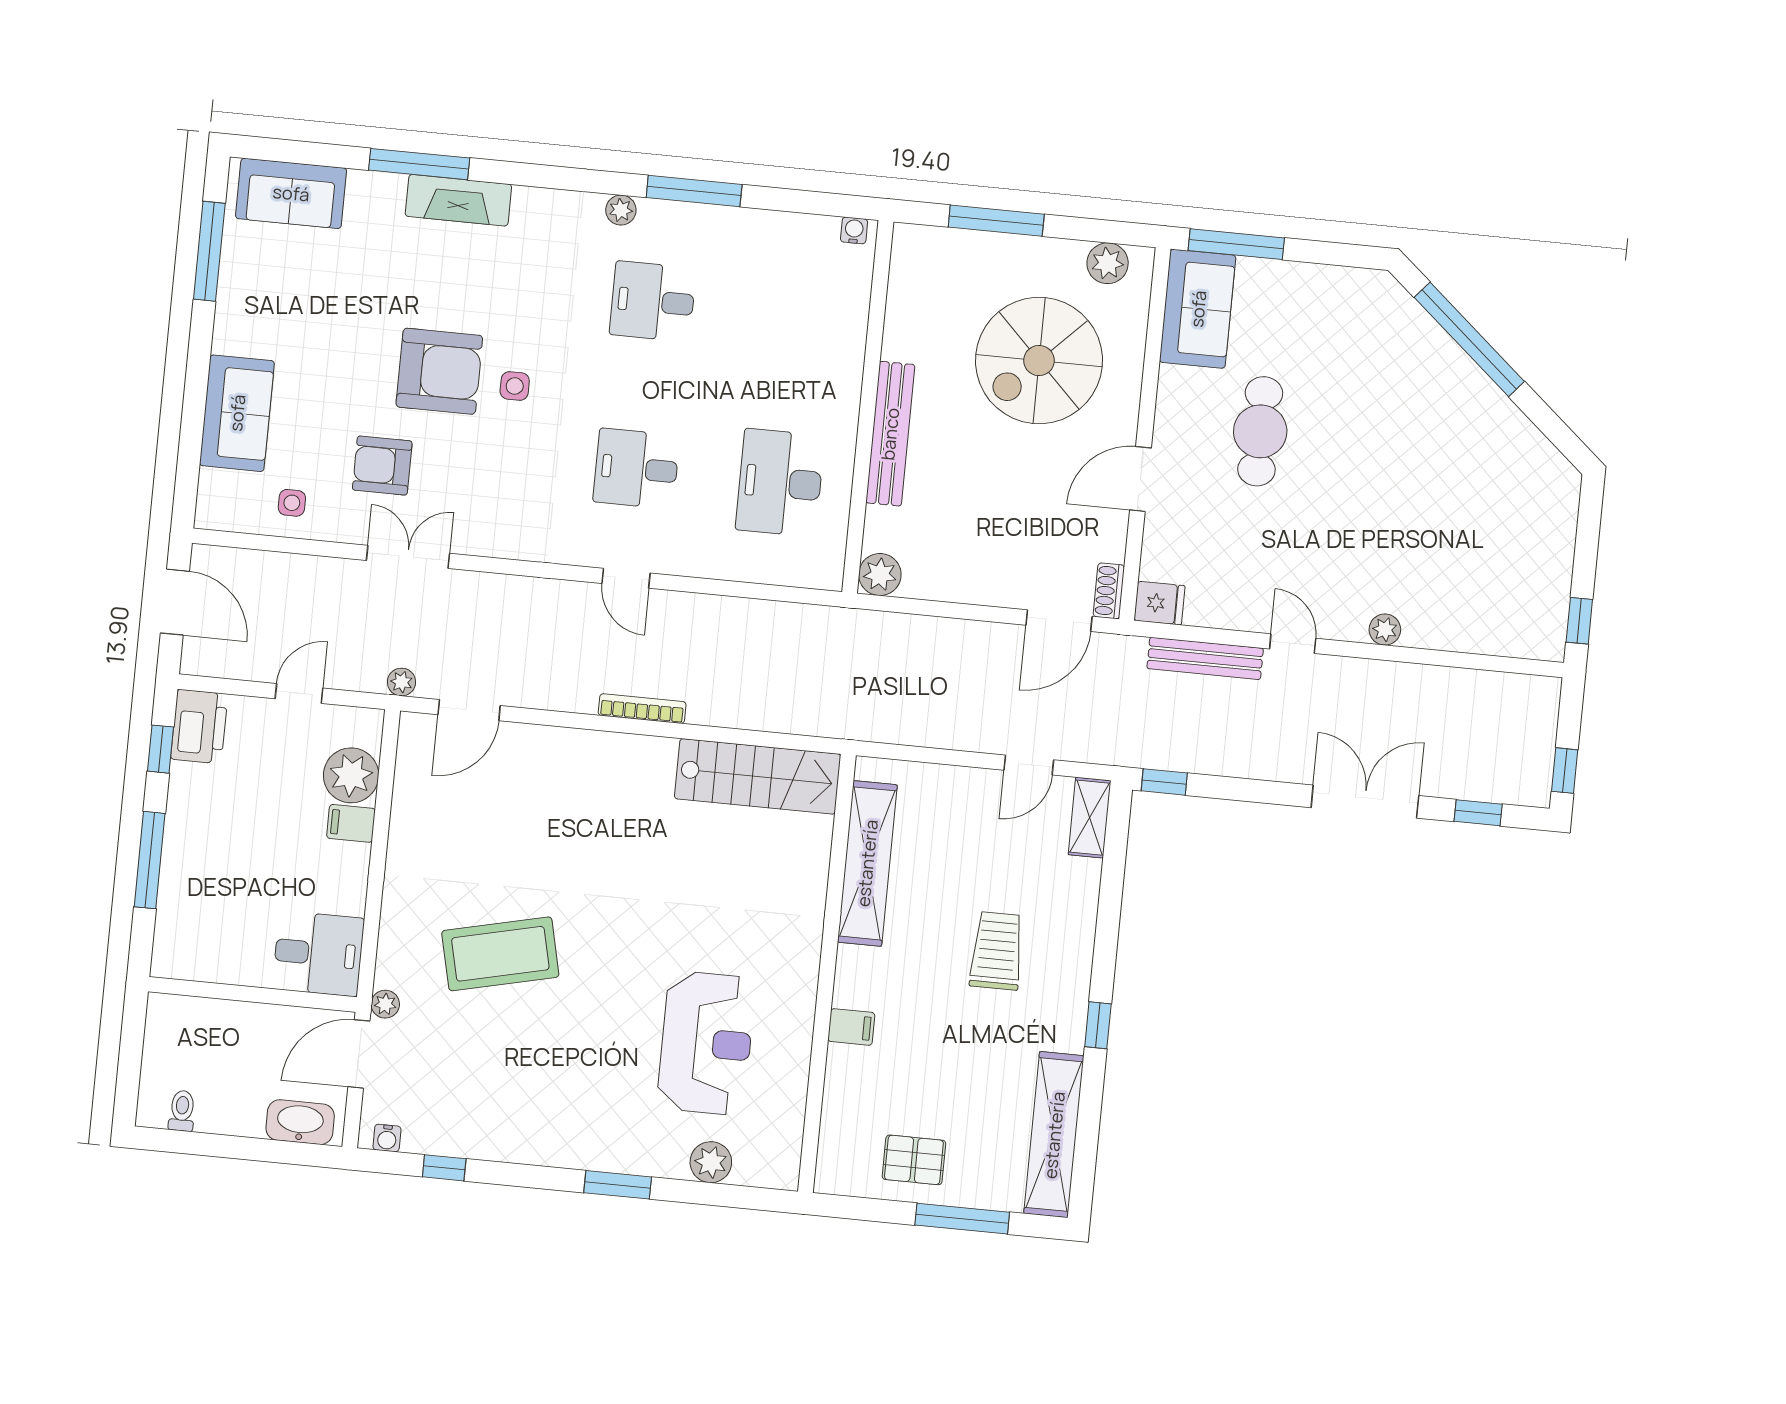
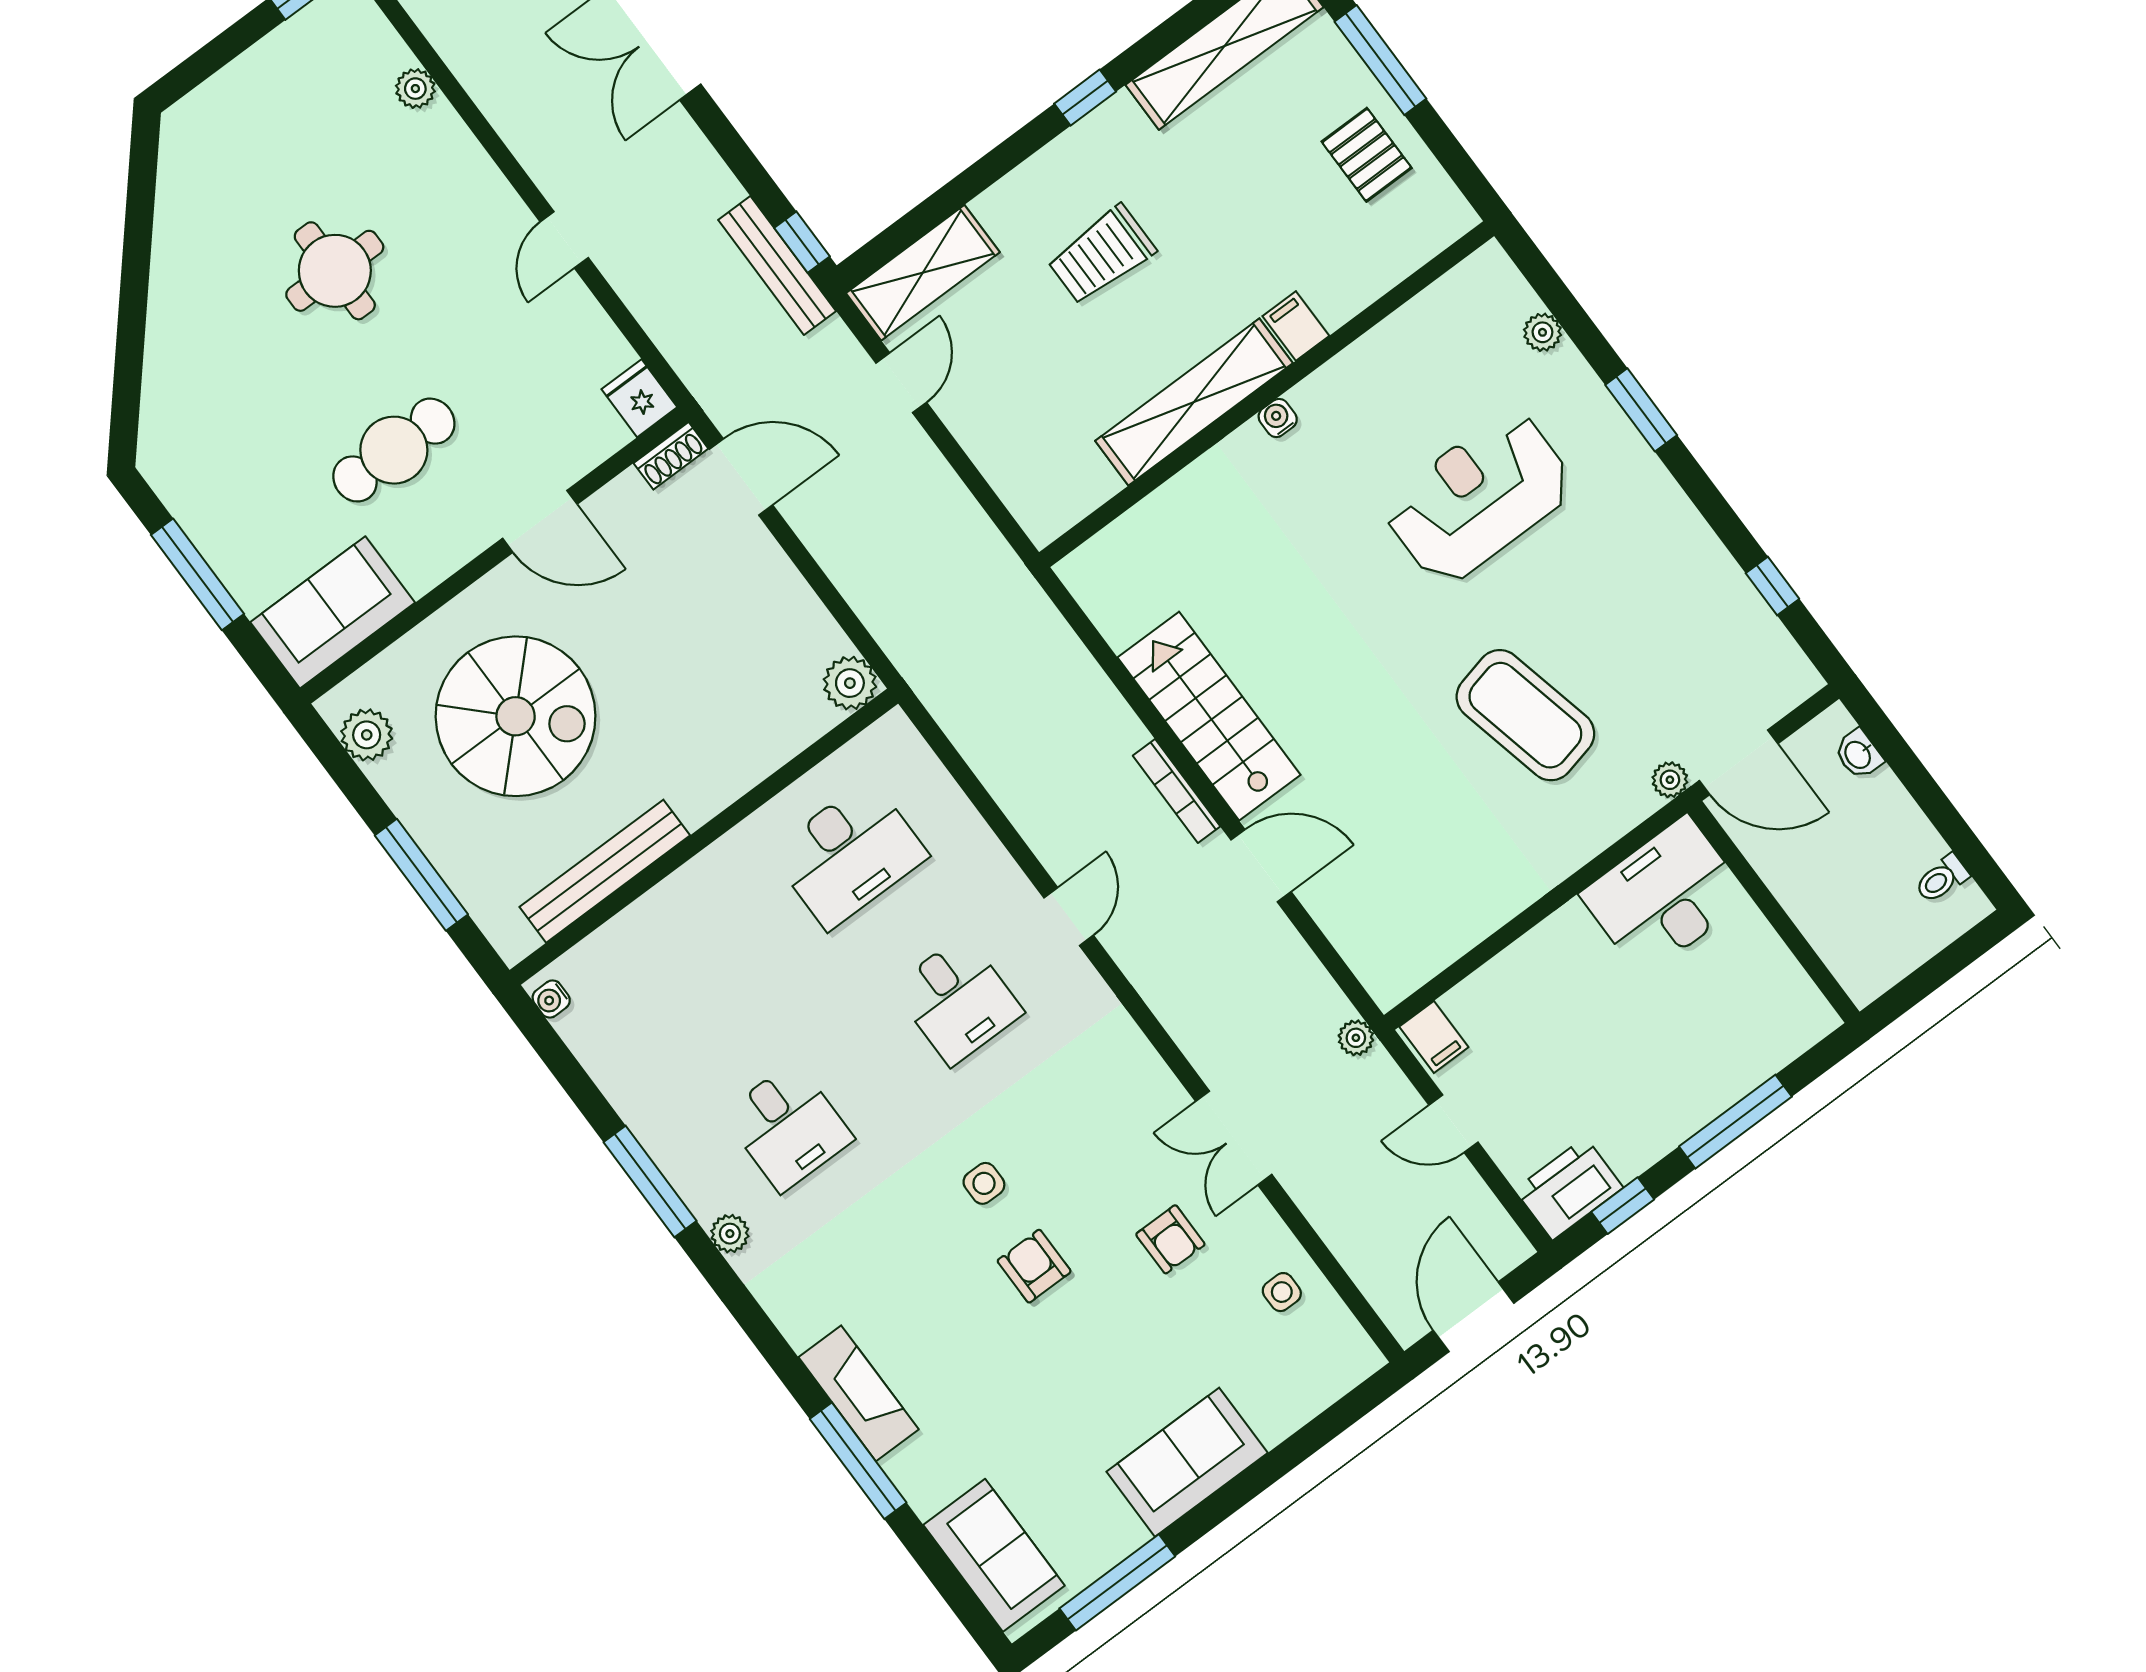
window: (1236, 244) -> (197, 574), moved
window: (1469, 339) -> (131, 333), removed
armchair: (439, 371) -> (1034, 1266), width x0.53, depth x0.53
sofa: (237, 413) -> (1187, 1462), moved
bench: (890, 434) -> (605, 871), moved
armchair: (382, 466) -> (1170, 1239), width x0.72, depth x0.72
round table: (1397, 492) -> (335, 271), added
plant: (1385, 630) -> (415, 89), moved
bench: (1205, 658) -> (777, 265), moved
door: (469, 710) -> (1261, 866), moved
door: (1029, 765) -> (901, 383), hinge flipped
plant: (351, 775) -> (1486, 1006), removed
stairs: (758, 776) -> (1209, 716), moved
shelving: (1090, 818) -> (923, 273), width x1.50, depth x1.33
filing cabinet: (351, 823) -> (1434, 1037), moved
shelving: (867, 863) -> (1194, 402), moved
desk: (318, 954) -> (1665, 896), width x1.37
reception desk: (706, 1043) -> (1479, 497), moved
washbasin: (300, 1122) -> (1858, 754), width x0.52, depth x0.69
water cooler: (387, 1138) -> (1278, 418), moved, turned -90
plant: (711, 1162) -> (1542, 332), width x0.73, depth x0.73

